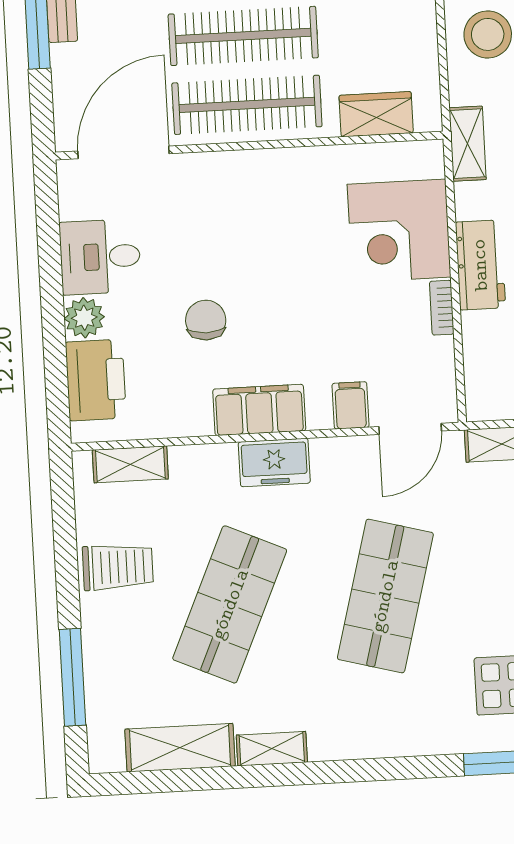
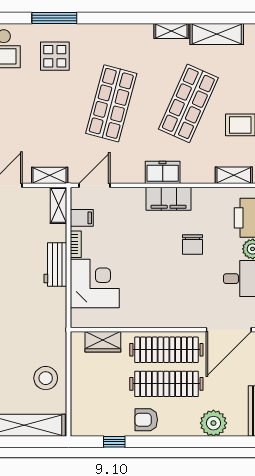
shelving: (468, 144) -> (59, 205), moved
filing cabinet: (351, 405) -> (82, 218), moved, turned -90

